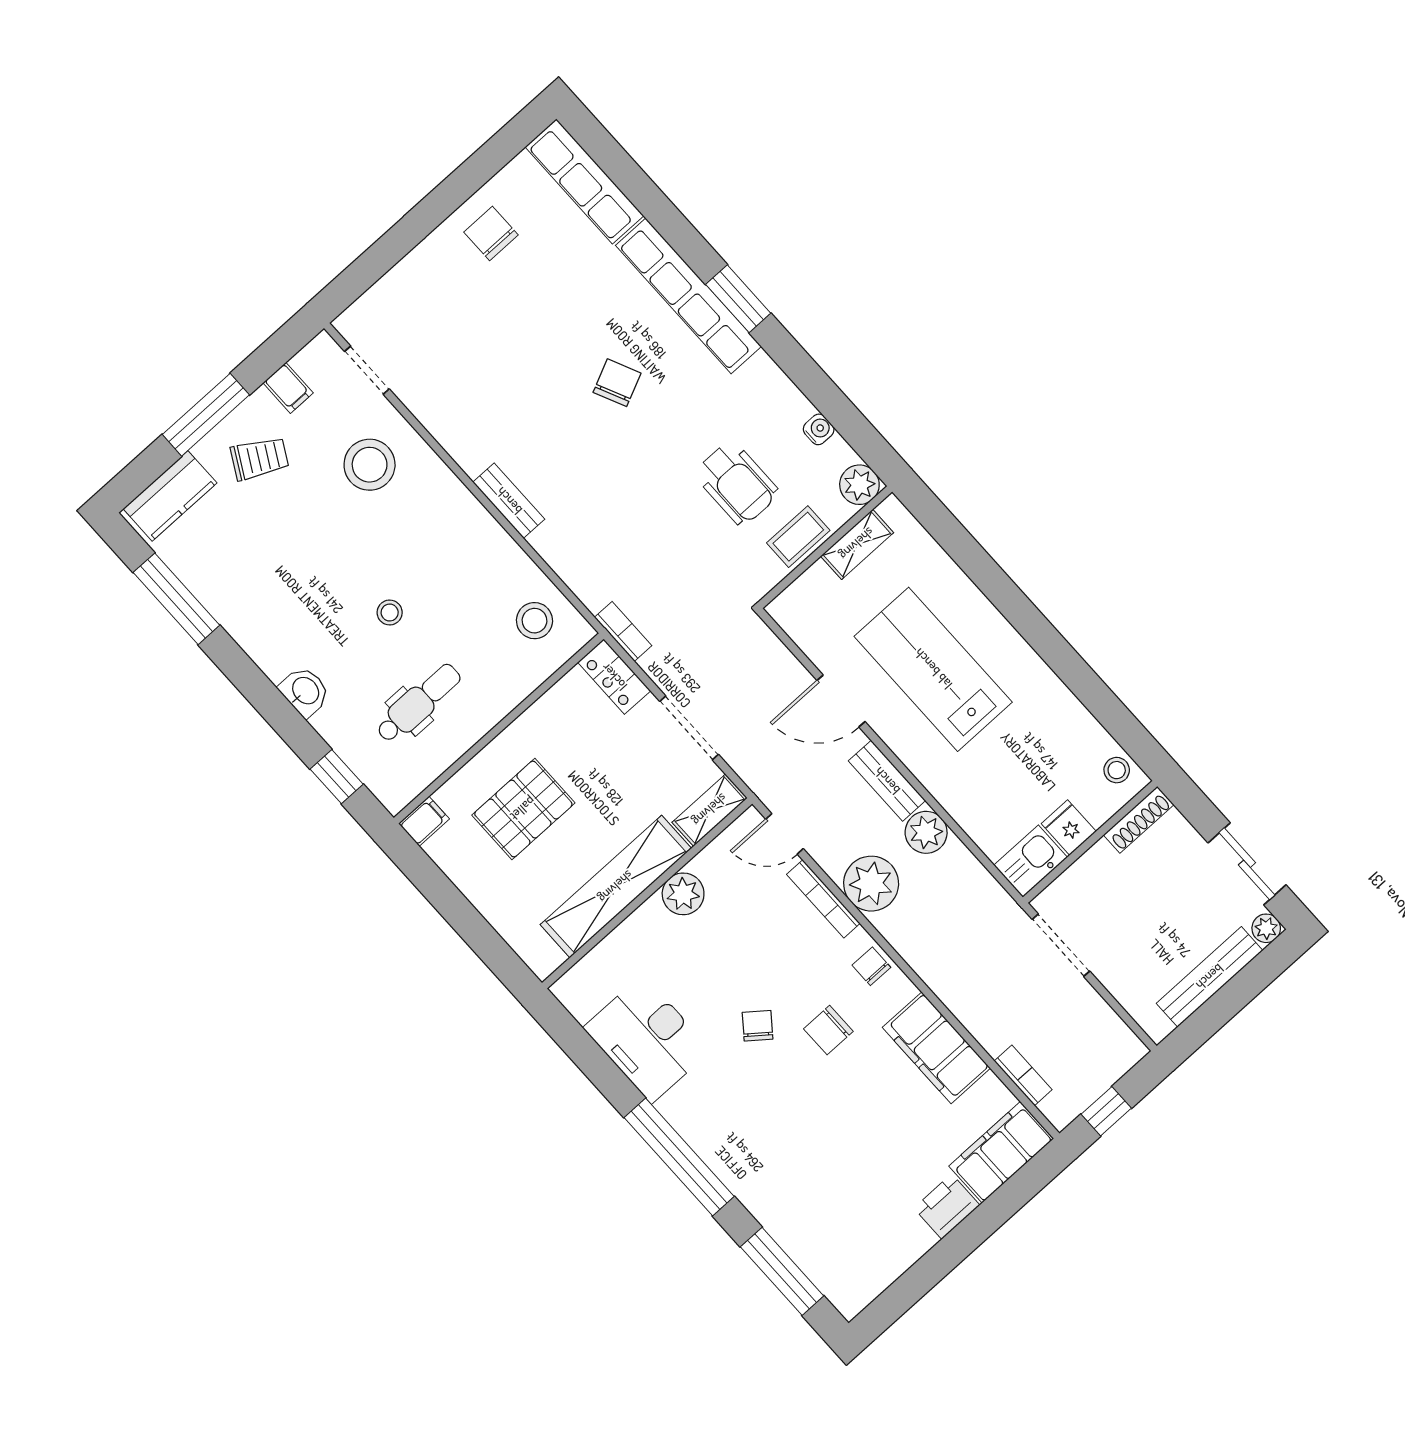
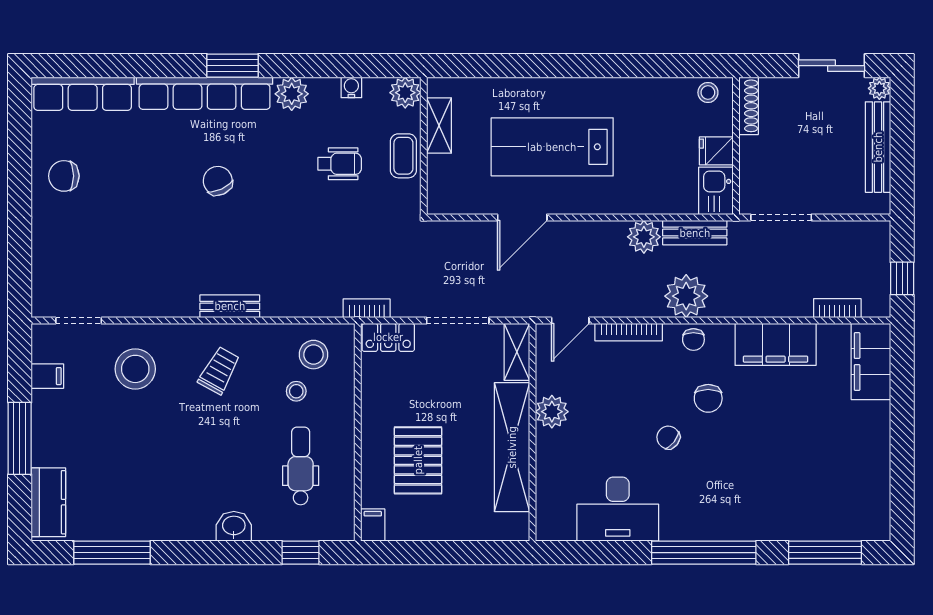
plant: (762, 379) -> (292, 94), added
trolley: (260, 458) -> (219, 370), moved
wheelchair: (737, 483) -> (340, 164), width x0.73, depth x0.73
stool: (390, 613) -> (296, 391), moved
bench: (887, 781) -> (695, 233), moved
plant: (871, 884) -> (686, 296), moved
chair: (871, 966) -> (693, 339), turned -90
printer: (947, 1207) -> (874, 422), removed

